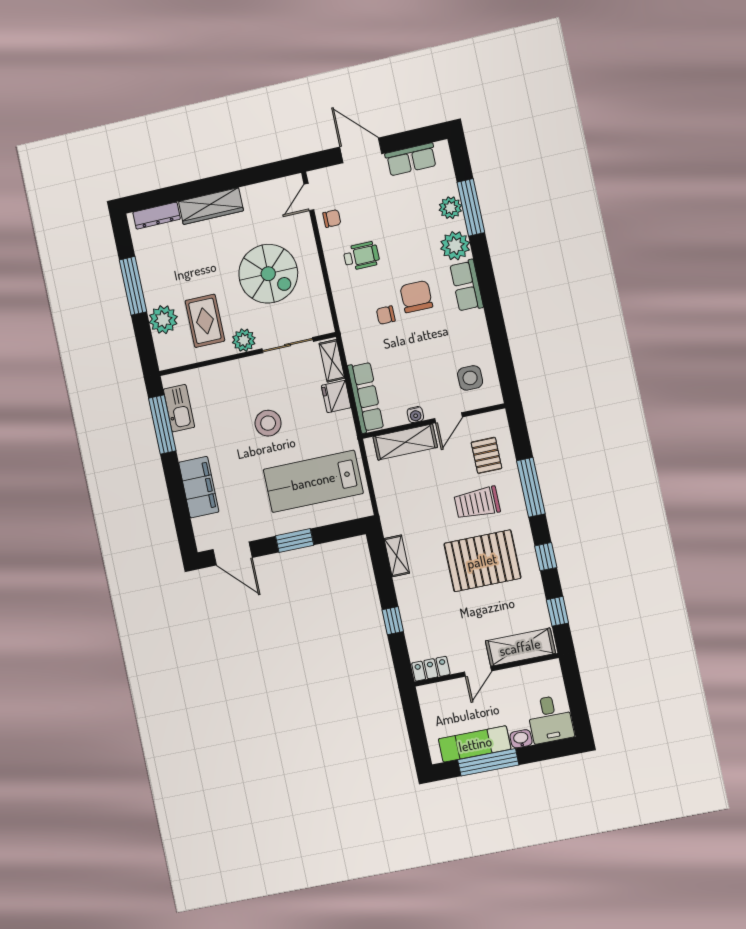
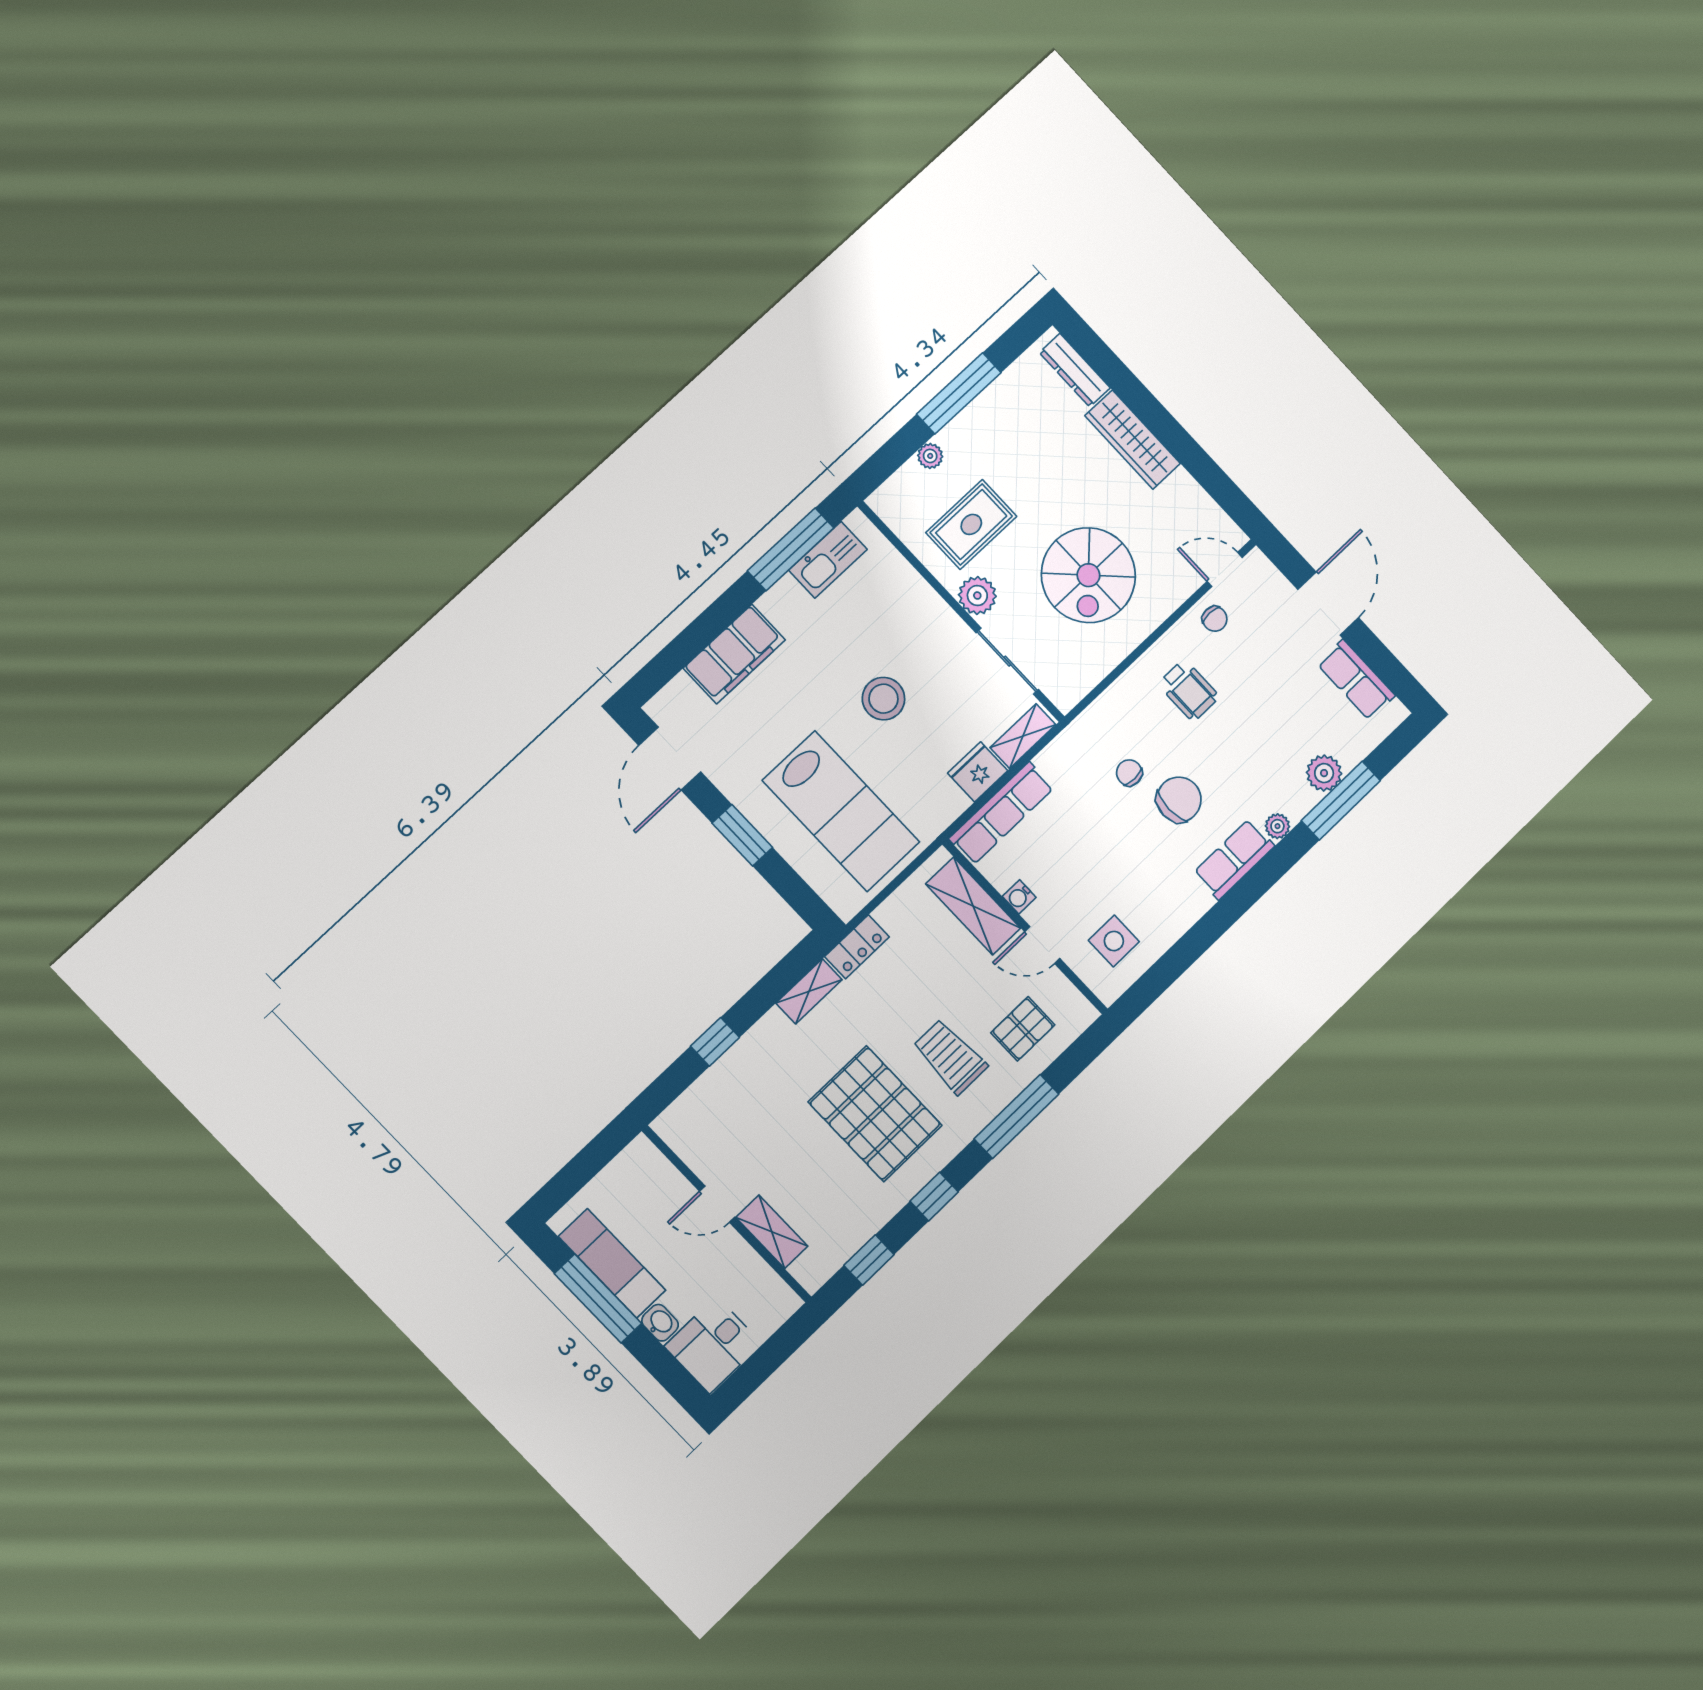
plant: (455, 246) -> (1277, 826), width x0.53, depth x0.53
plant: (163, 320) -> (930, 456), width x0.53, depth x0.53
lab bench: (313, 481) -> (841, 811), turned 180
shelving: (520, 647) -> (772, 1232), width x0.67, depth x0.75
locker: (431, 669) -> (857, 947), moved, turned 90

